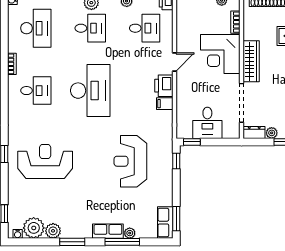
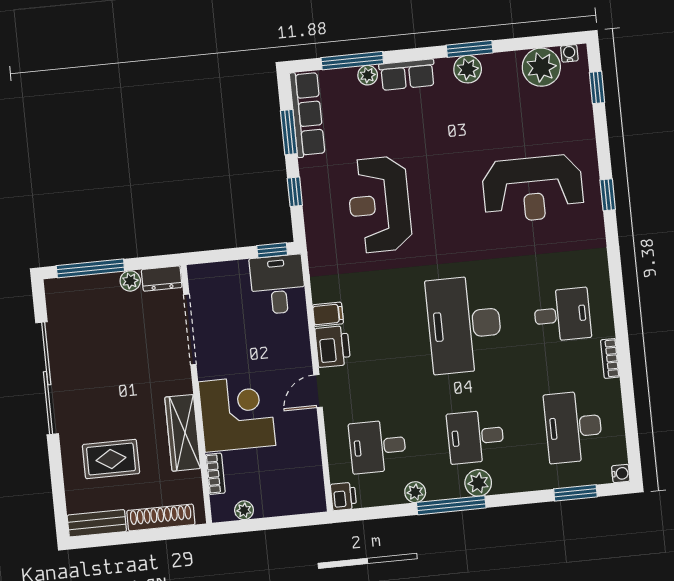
wardrobe: (251, 61) -> (183, 433), moved
desk: (36, 91) -> (562, 315), turned 180
desk: (207, 123) -> (278, 285), moved
reception desk: (130, 161) -> (379, 205), turned 180
window: (176, 161) -> (295, 192), moved
window: (176, 219) -> (289, 132), moved
row of seats: (165, 223) -> (307, 114), width x1.48
plant: (53, 231) -> (468, 69), moved
window: (122, 242) -> (352, 61), moved

